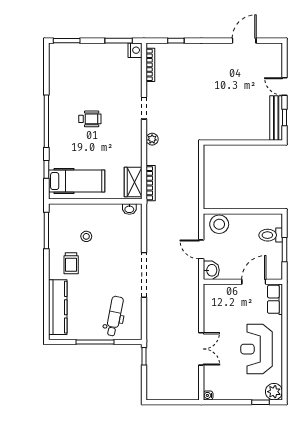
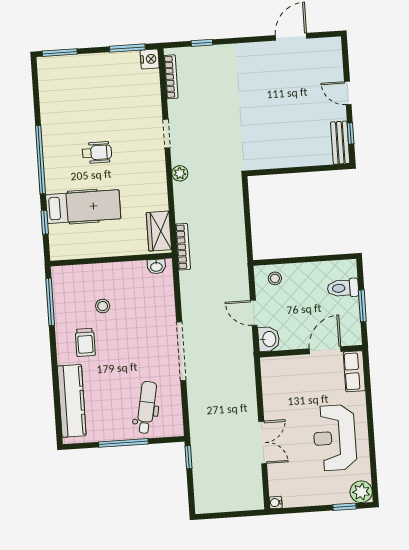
bench: (276, 118) -> (340, 143), width x0.73
hospital bed: (77, 181) -> (83, 207), moved
bookcase: (151, 183) -> (183, 247), moved
stool: (219, 224) -> (275, 278), width x0.53, depth x0.53

